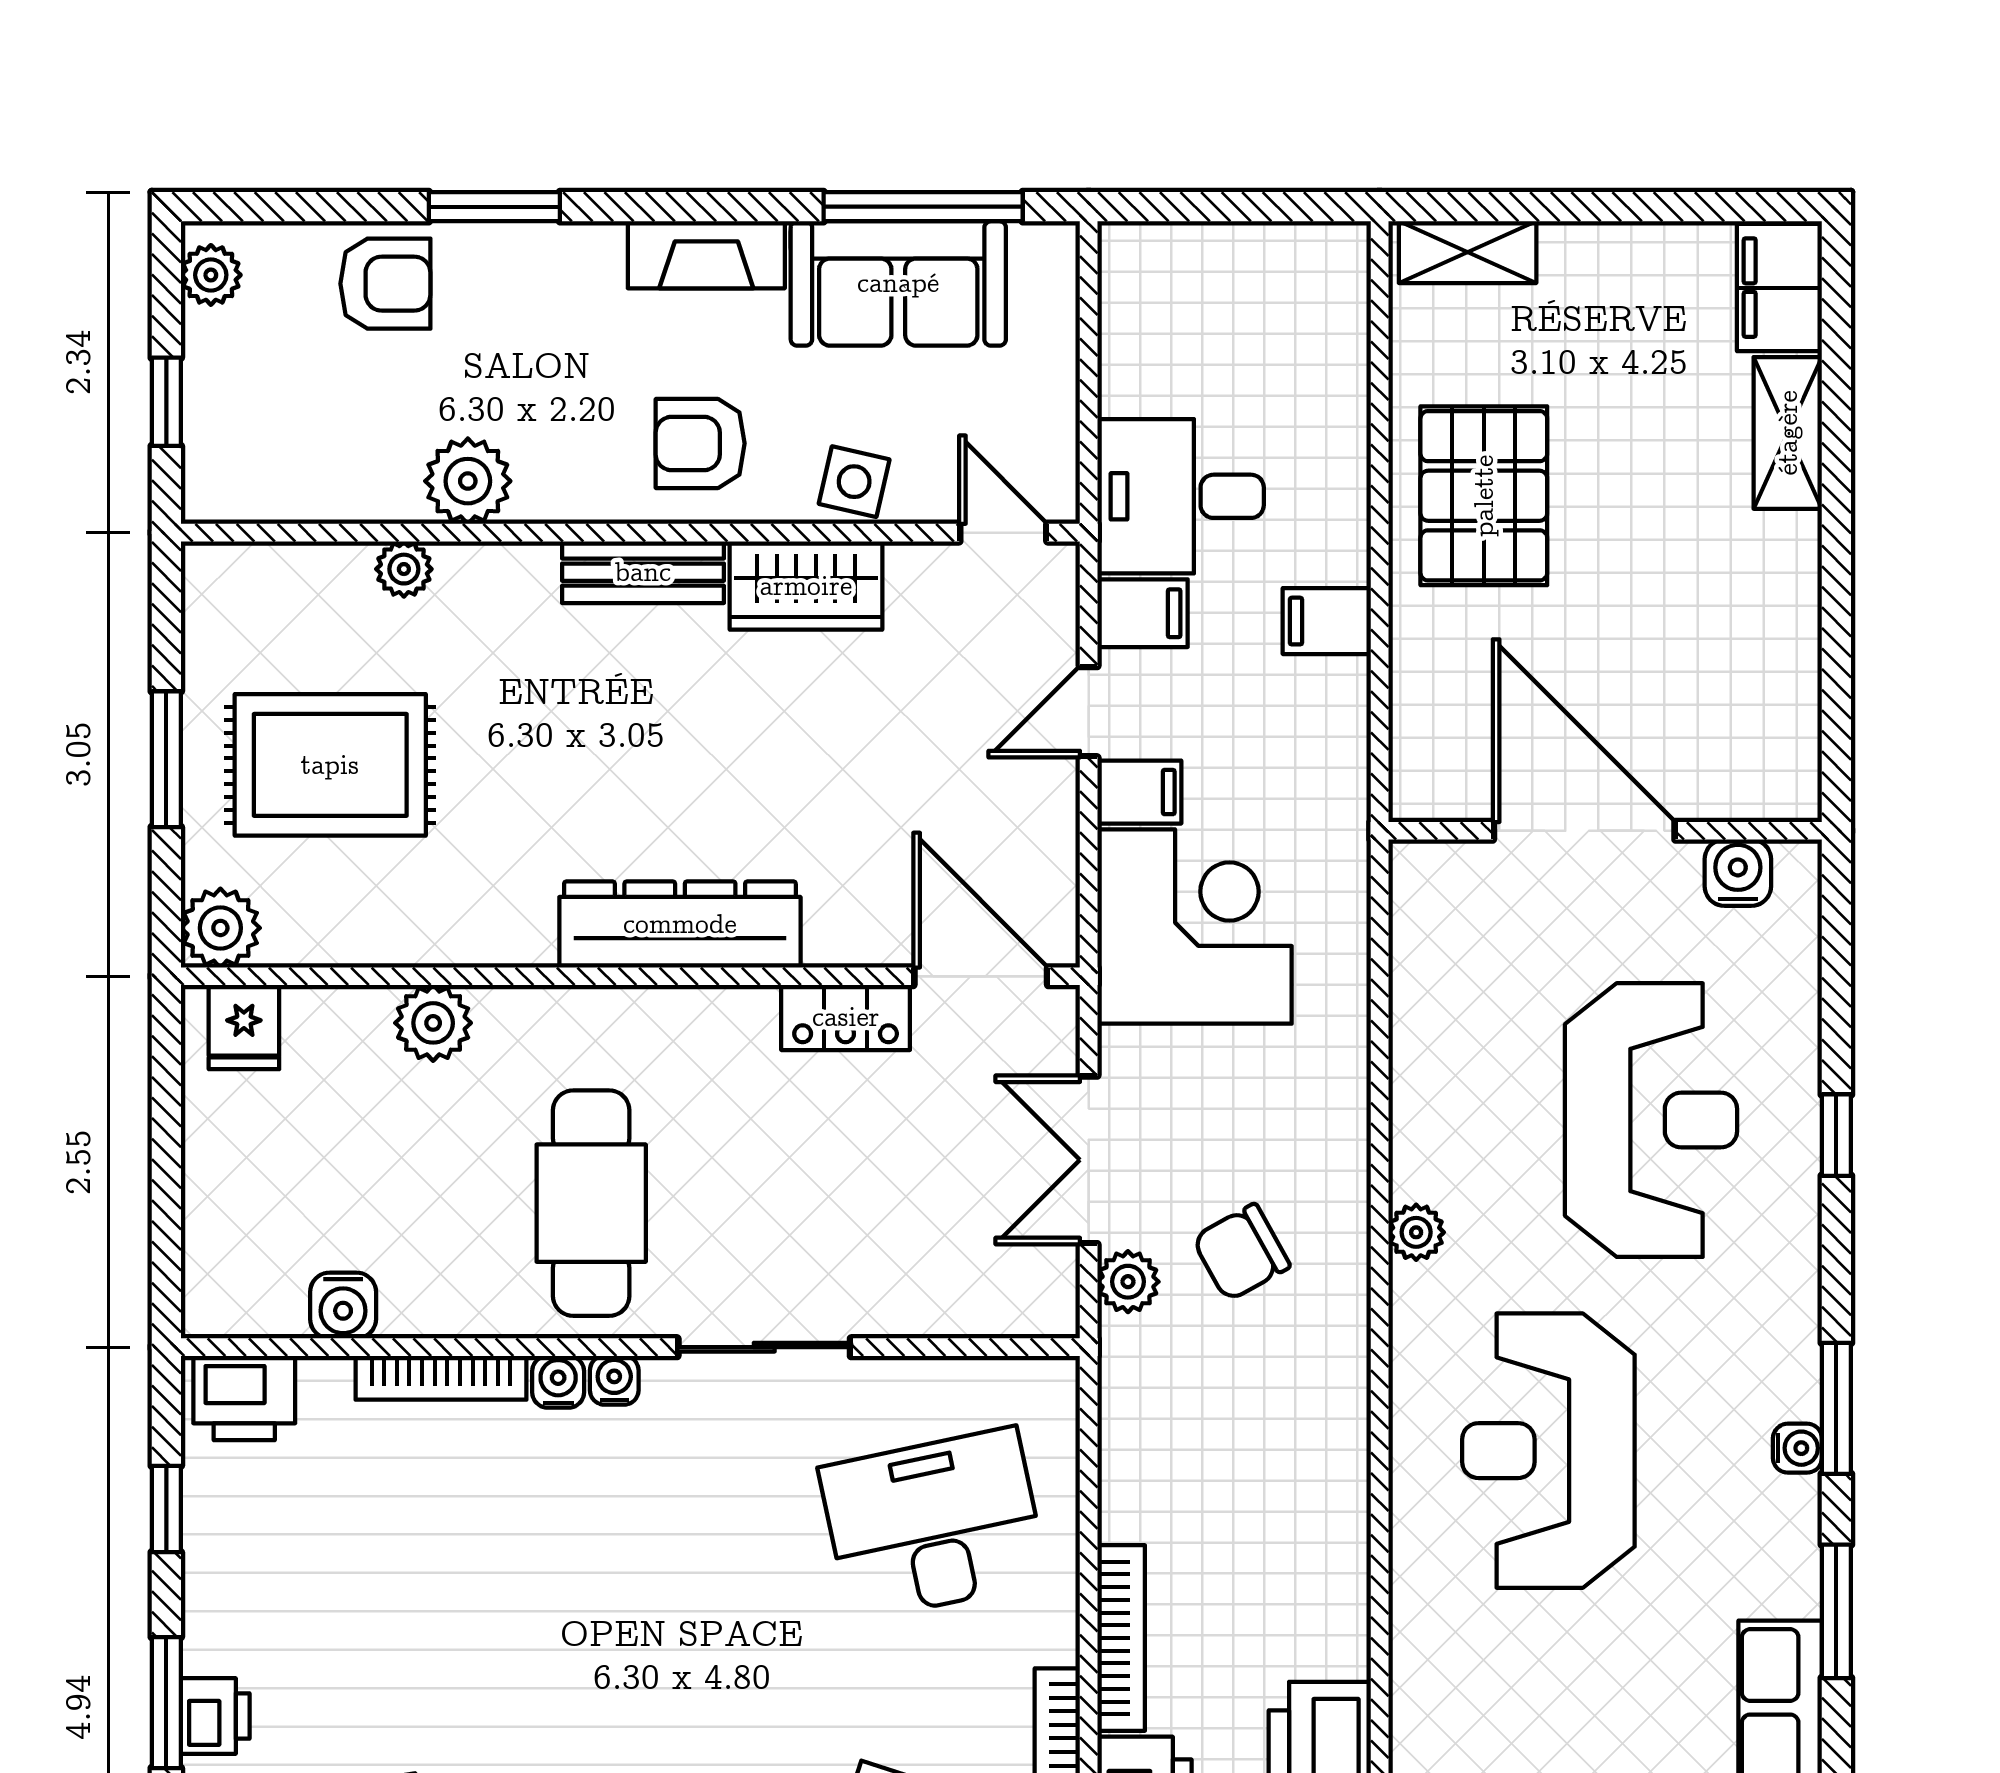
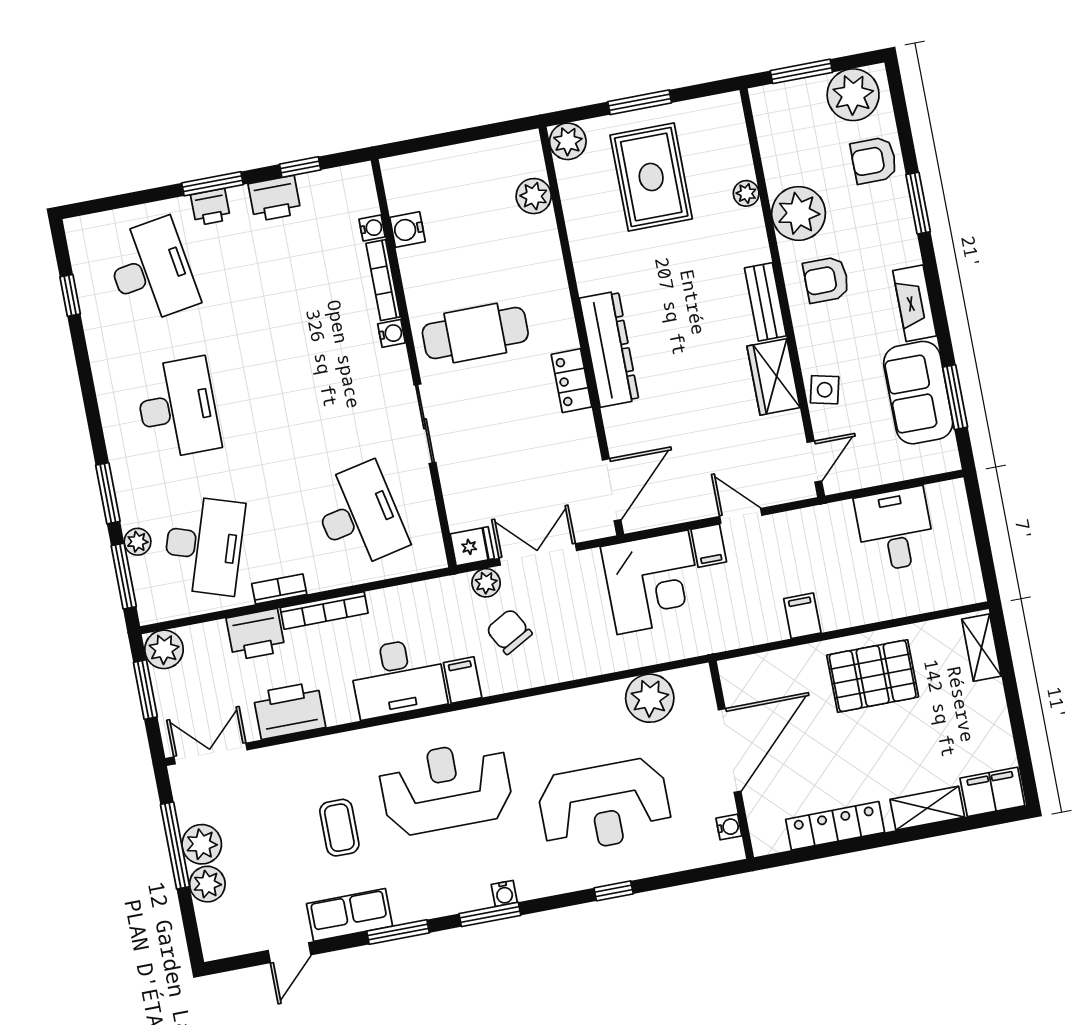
window: (923, 207) -> (955, 397), width x0.69
plant: (211, 275) -> (853, 95), width x1.87, depth x1.87
armchair: (385, 284) -> (874, 160), turned 90
window: (166, 402) -> (801, 71), width x1.50
armchair: (700, 443) -> (826, 280), moved, turned -90
plant: (468, 481) -> (799, 213), width x1.36, depth x1.36
desk: (1181, 496) -> (895, 529), moved
filing cabinet: (1143, 613) -> (463, 680), moved, turned 180
locker: (1788, 637) -> (835, 826), added
water cooler: (1738, 873) -> (729, 827), width x0.72, depth x0.72
locker: (846, 1017) -> (571, 381), moved
plant: (433, 1023) -> (534, 196), moved
fridge: (244, 1027) -> (472, 546), moved, turned 180
plant: (1416, 1232) -> (650, 698), moved, width x1.88, depth x1.88
water cooler: (614, 1380) -> (372, 228), moved
printer: (244, 1398) -> (275, 198), moved, turned -90
water cooler: (1797, 1448) -> (504, 893), moved
desk: (1295, 1508) -> (398, 678), added
coffee table: (1590, 1694) -> (339, 828), added

